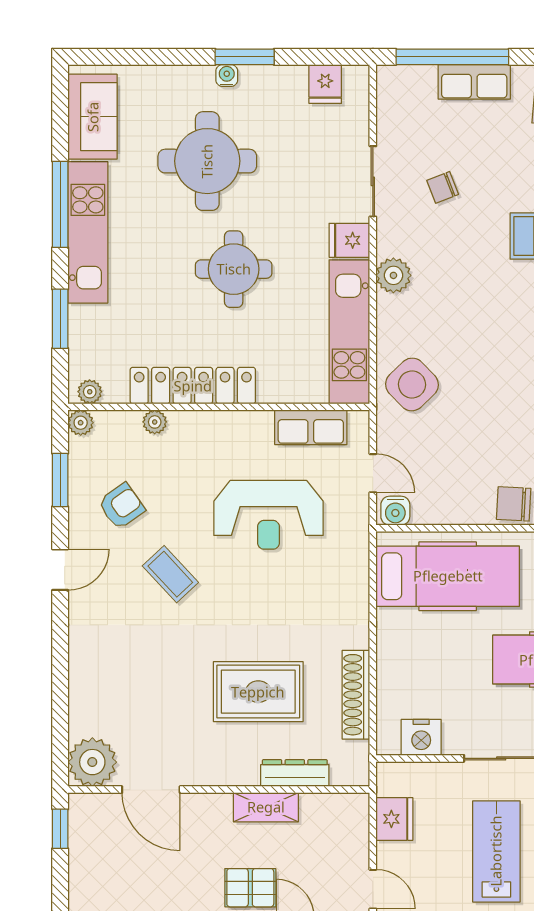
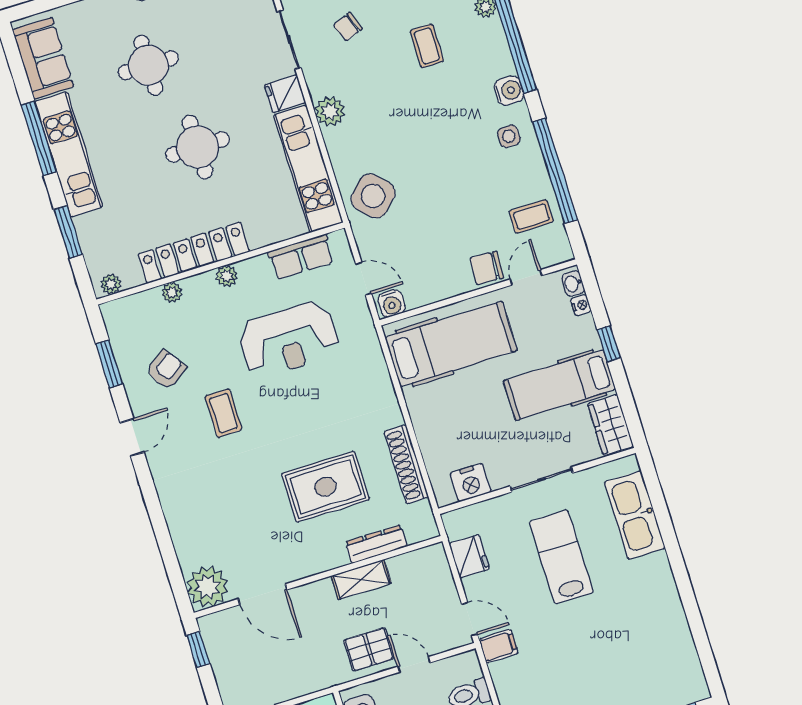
round table: (207, 161) -> (148, 65), width x0.73, depth x0.73
plant: (81, 423) -> (227, 276), moved
coffee table: (170, 574) -> (223, 413), turned 43

